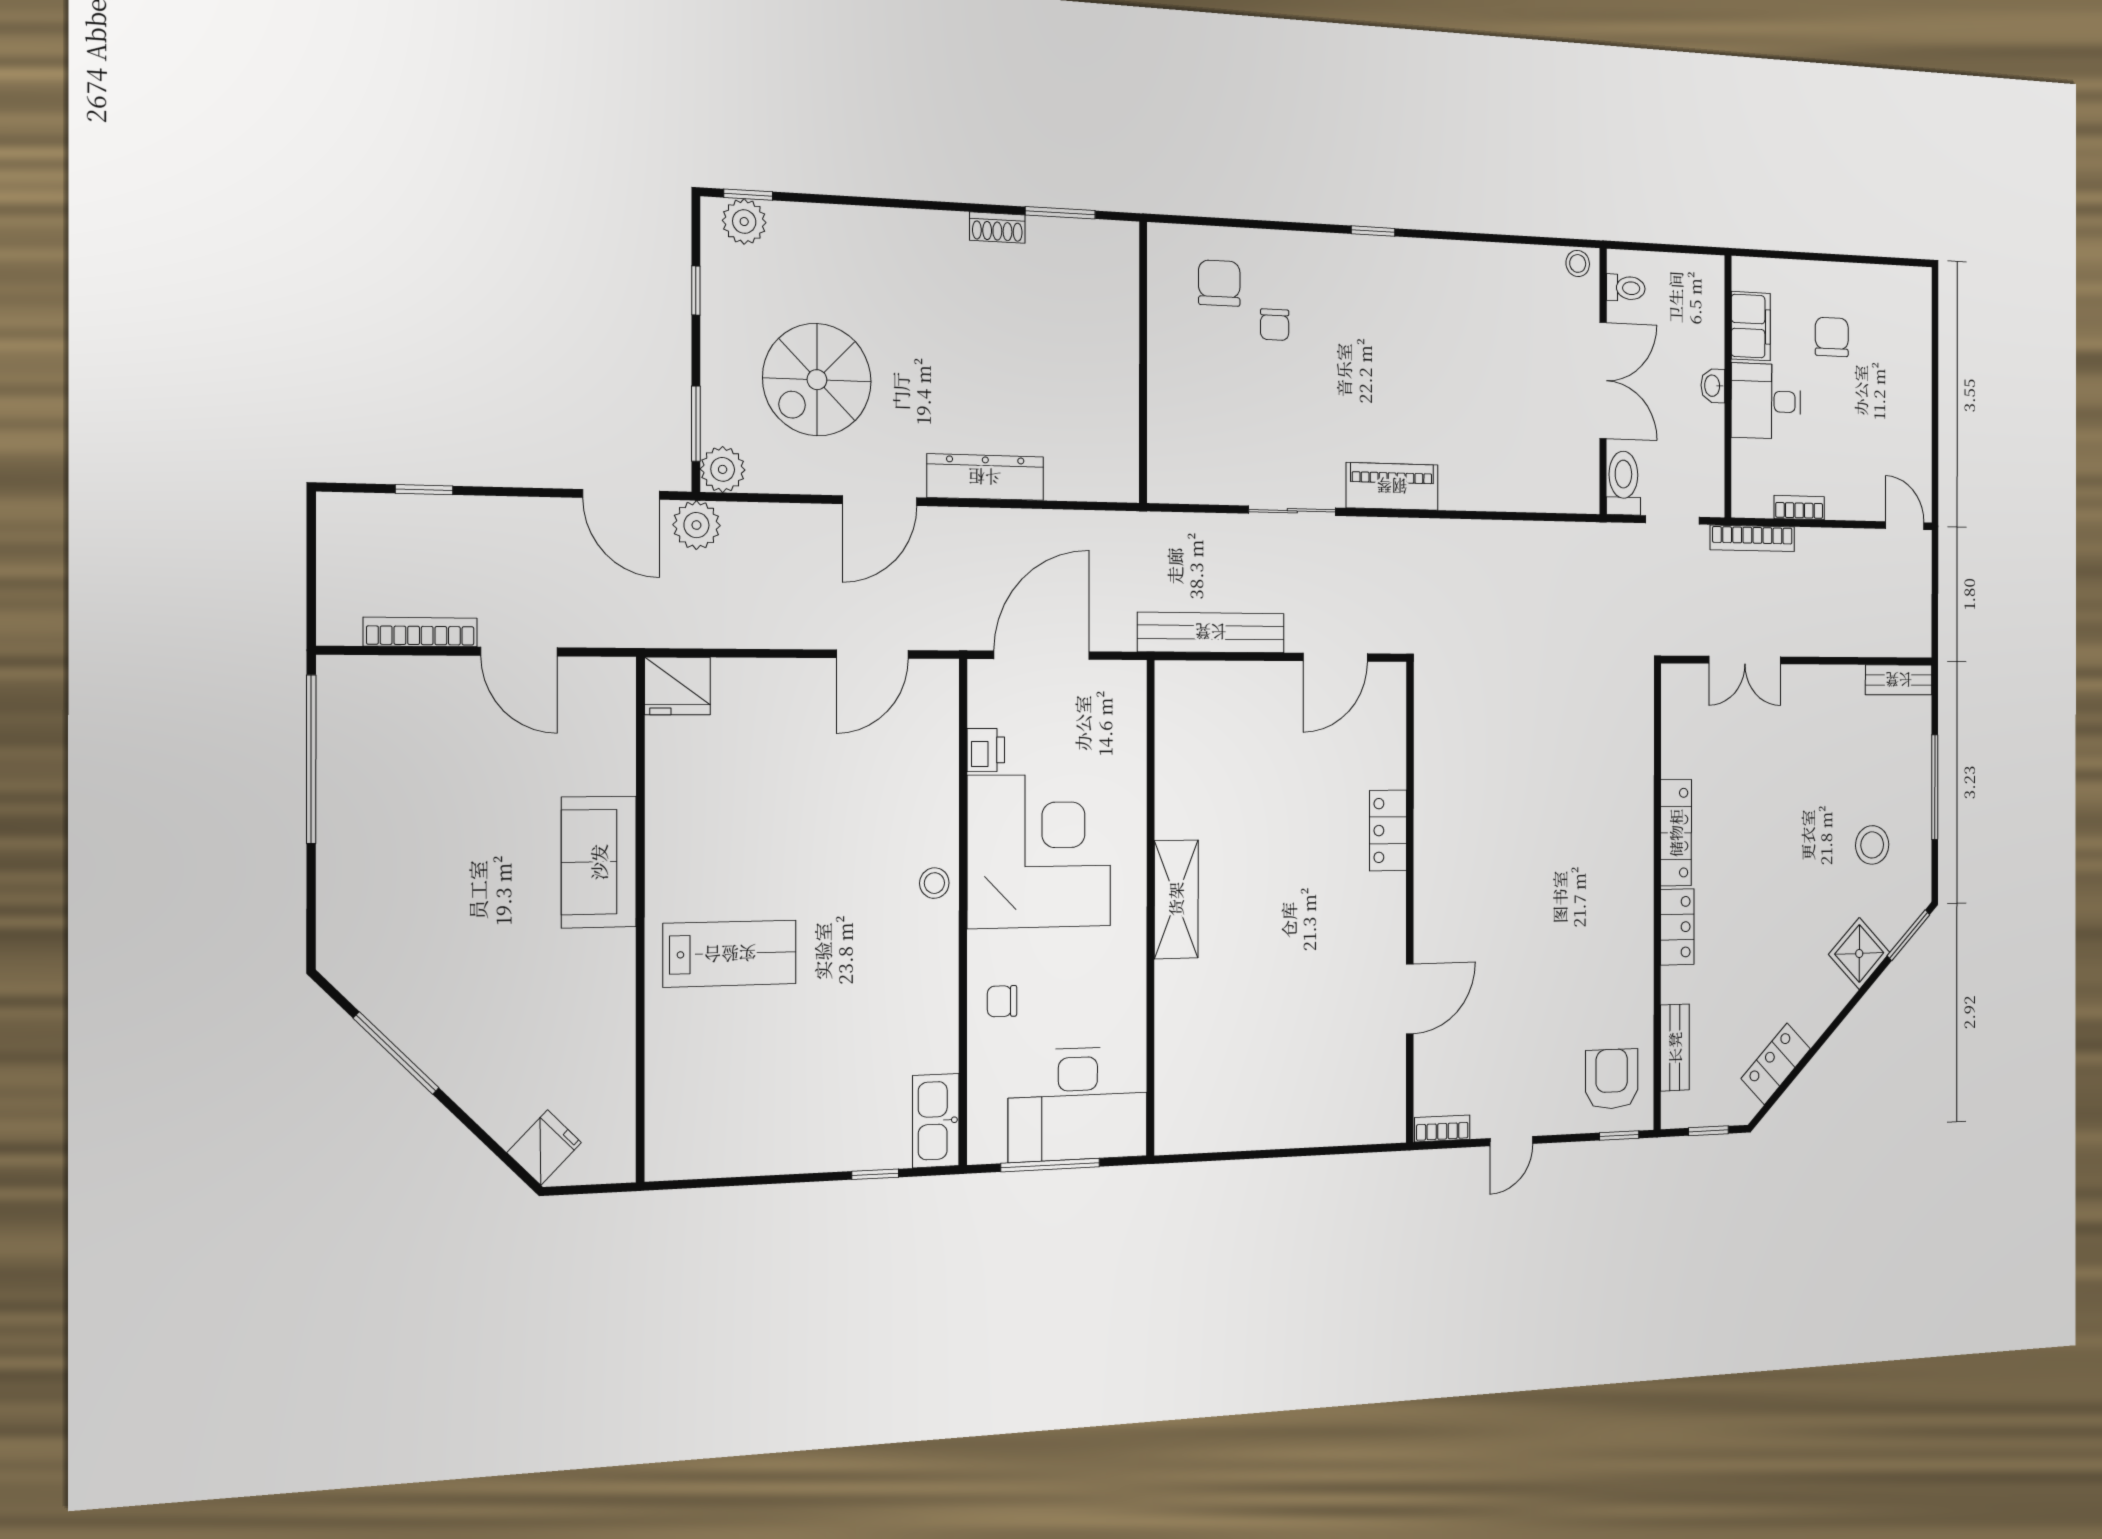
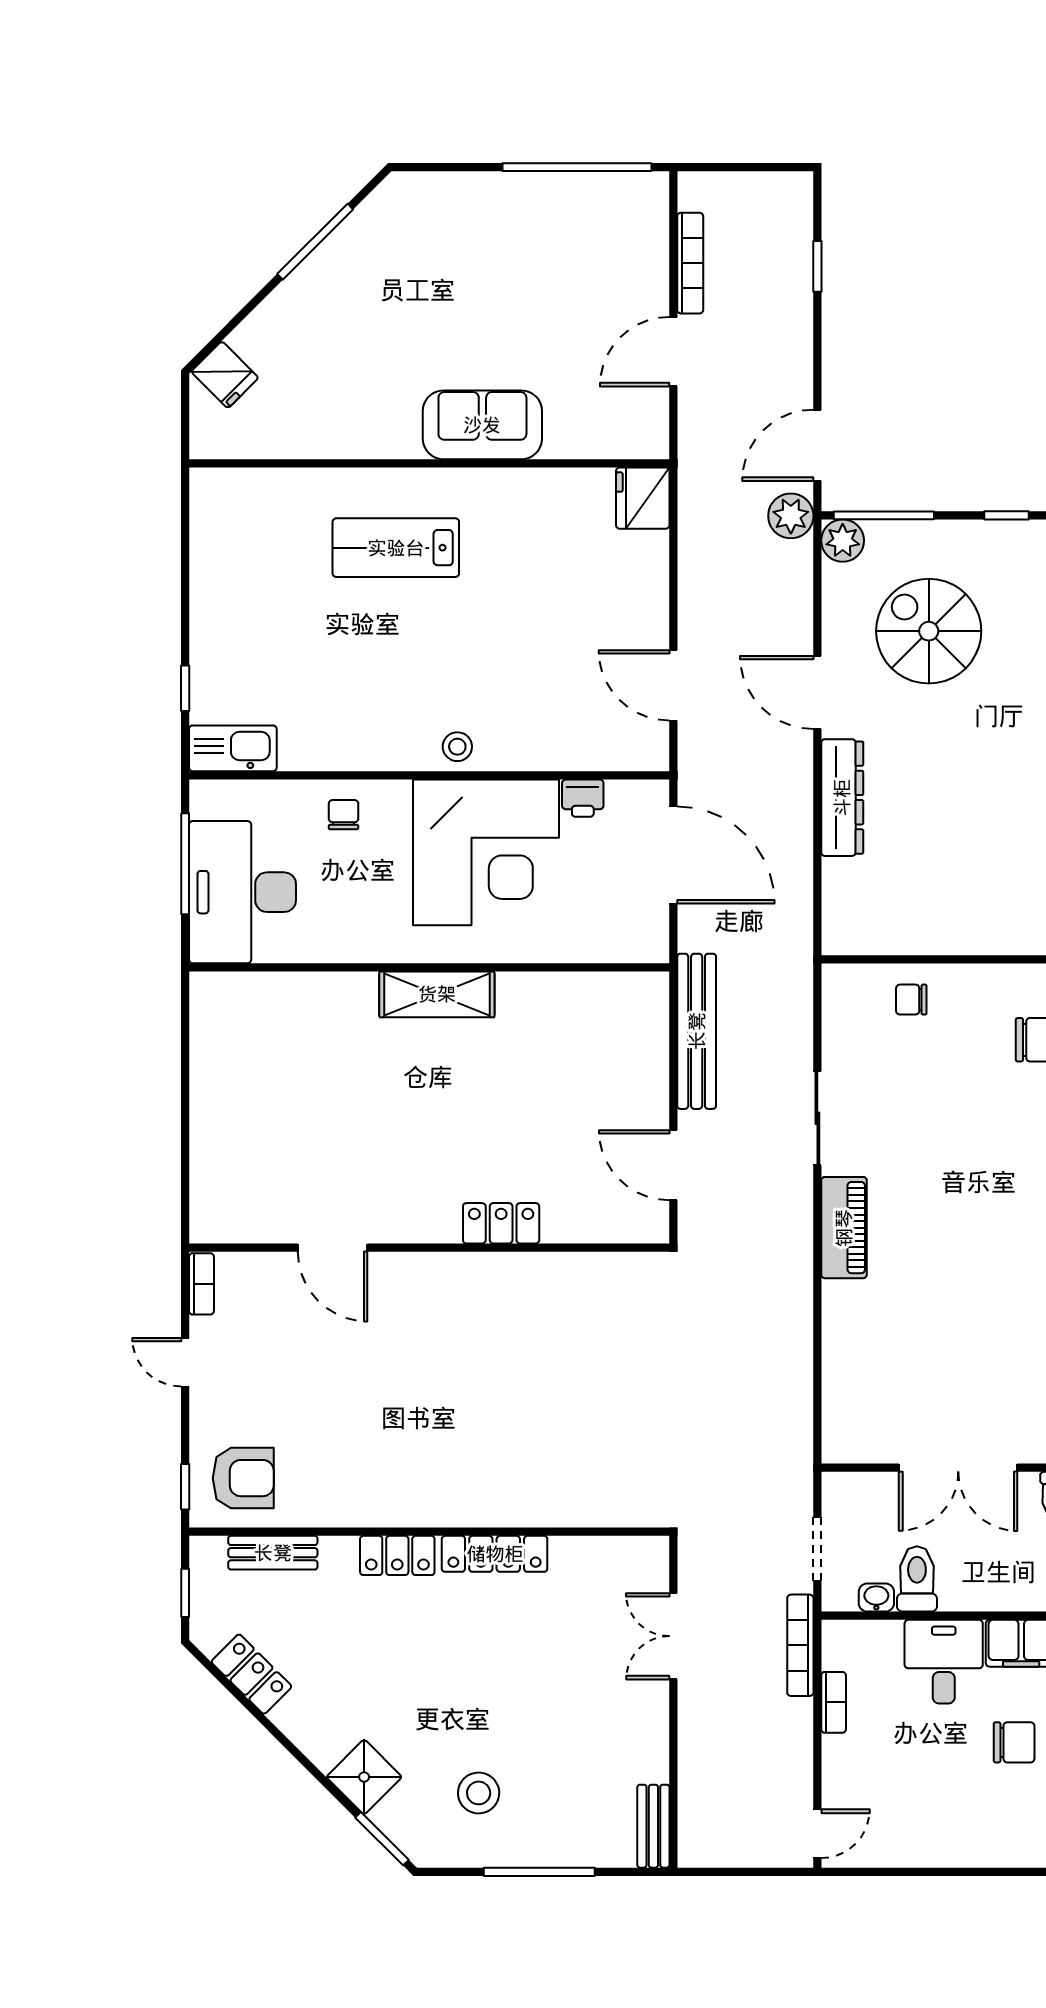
chair: (1275, 325) -> (911, 1000), moved
washbasin: (1713, 386) -> (876, 1598), moved
window: (696, 424) -> (884, 515), width x1.44
toilet: (1623, 483) -> (917, 1579), moved, turned -90
lab bench: (730, 954) -> (396, 548), turned 90

